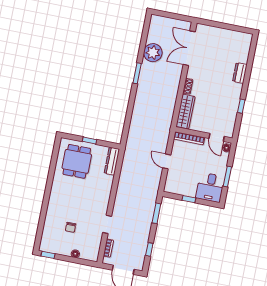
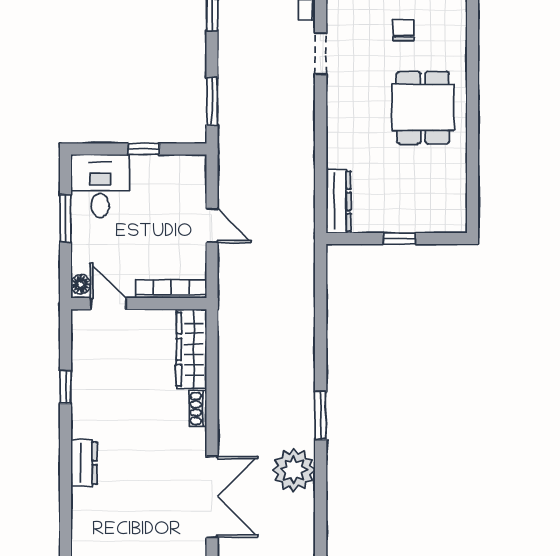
dining table: (77, 161) -> (423, 108), moved

